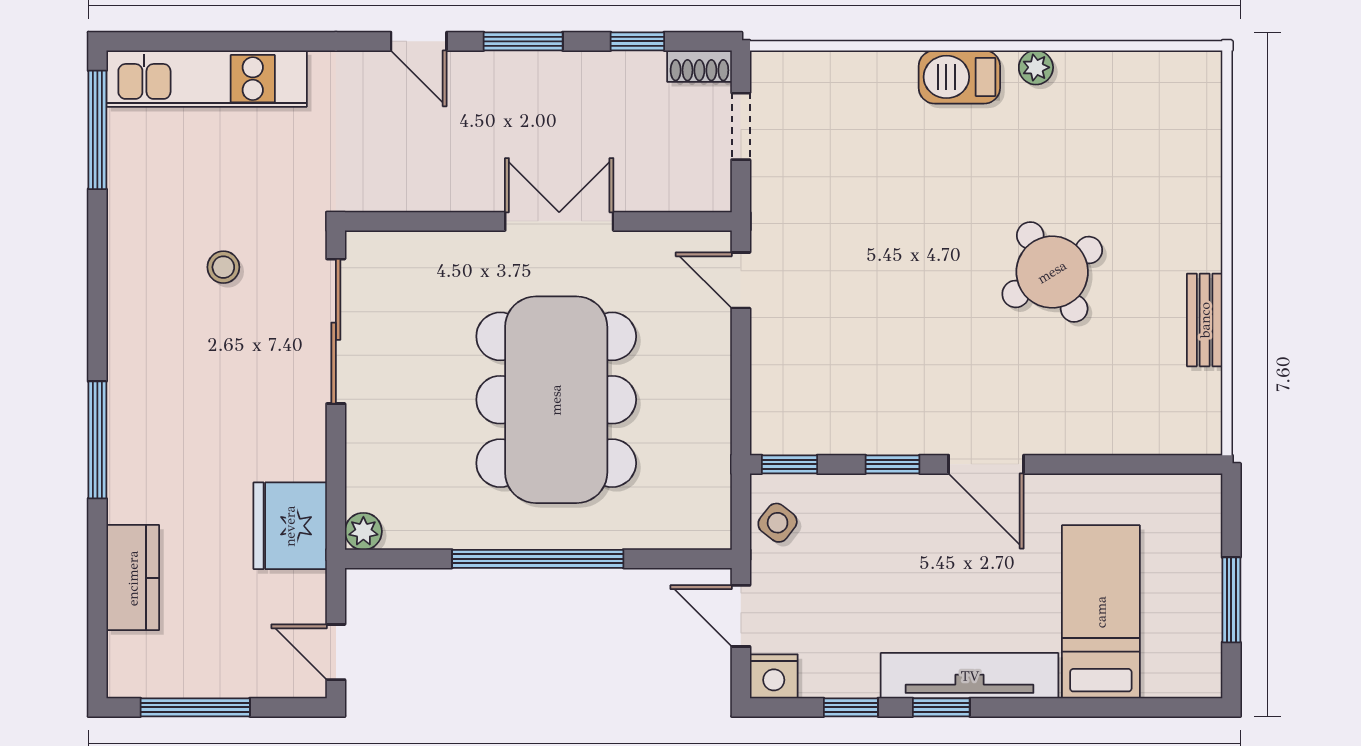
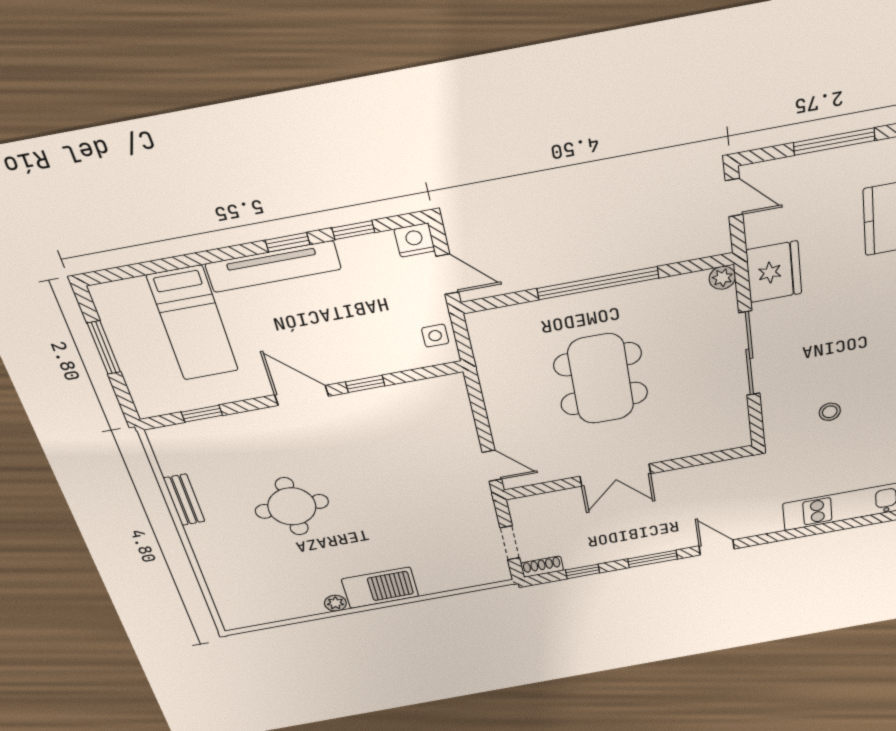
barbecue: (959, 77) -> (380, 588), width x1.37, depth x1.21
round table: (1052, 272) -> (292, 506), turned 31
sliding door: (336, 331) -> (749, 354), moved
dining table: (556, 400) -> (601, 379), width x0.73, depth x0.80
window: (790, 464) -> (202, 414), moved
side table: (778, 523) -> (435, 336), turned -38

